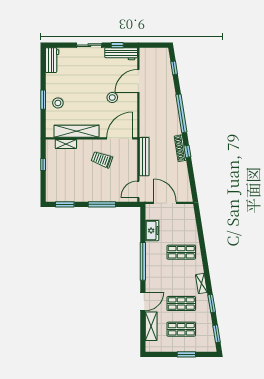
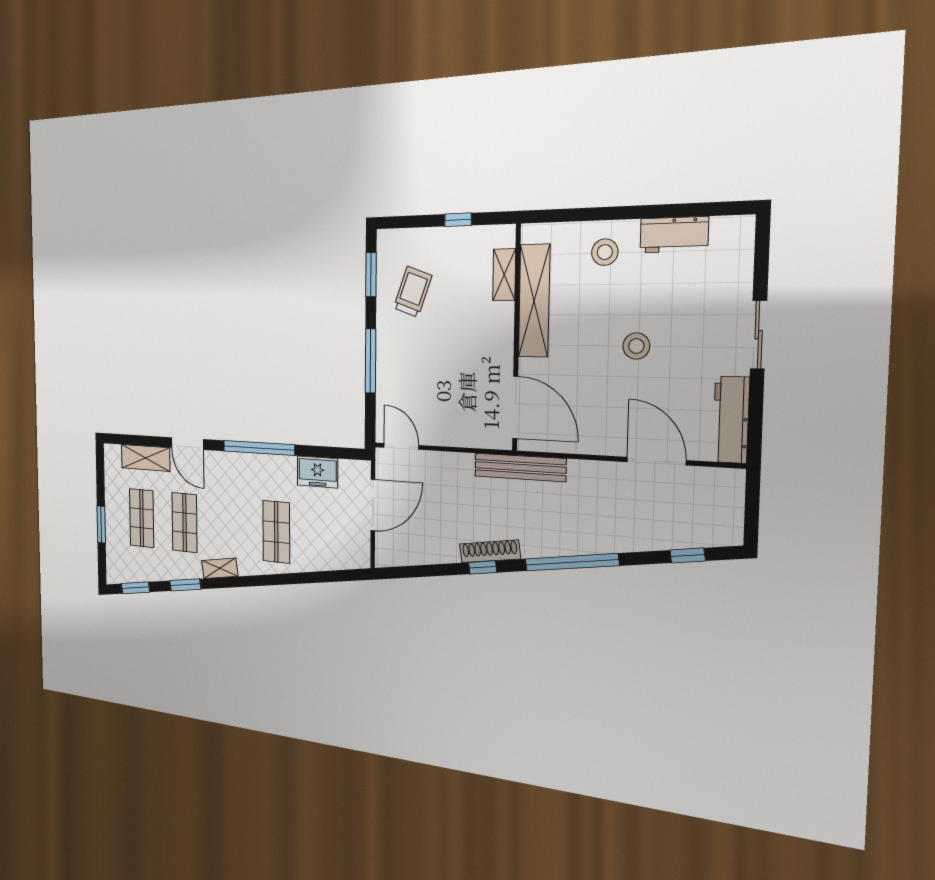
window: (117, 45) -> (756, 410), removed
workbench: (52, 60) -> (674, 235), moved
stool: (112, 98) -> (636, 346), moved
window: (43, 100) -> (614, 213), removed
bench: (144, 157) -> (520, 467), moved
trolley: (102, 159) -> (413, 292), moved

